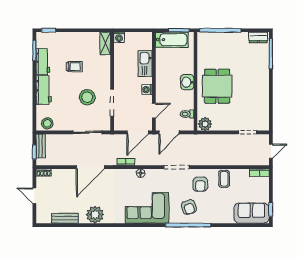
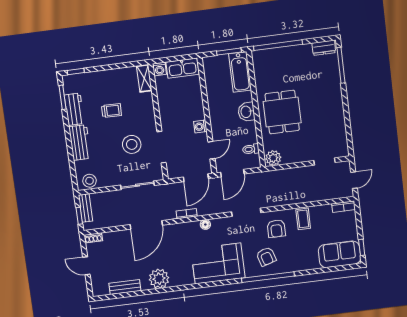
bathtub: (172, 40) -> (240, 72), moved, turned 90
kitchen sink: (145, 63) -> (182, 68), moved, turned -90

